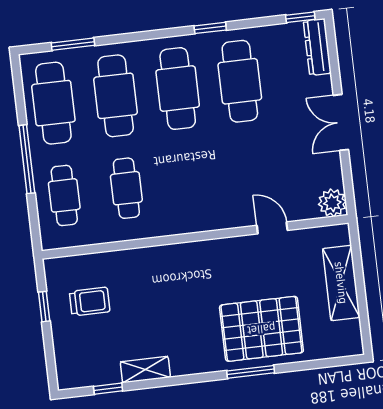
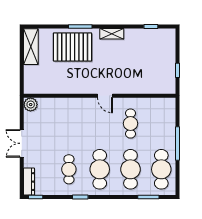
cafe table: (240, 81) -> (69, 169), width x0.73, depth x0.74
double door: (341, 122) -> (22, 143), swing flipped
cafe table: (64, 195) -> (161, 124), removed
door: (272, 228) -> (105, 96), moved
shelving: (341, 283) -> (31, 47), moved
trolley: (90, 302) -> (155, 70), removed
shelving: (145, 370) -> (112, 34), moved

